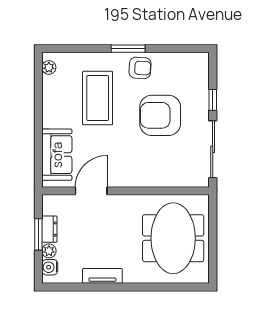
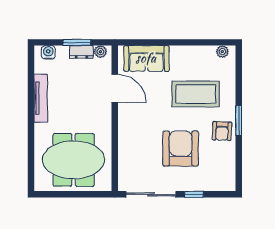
plant: (49, 251) -> (100, 52), moved
tv unit: (102, 276) -> (41, 98), width x1.41

